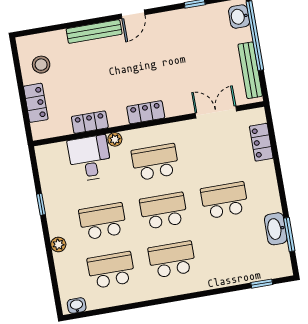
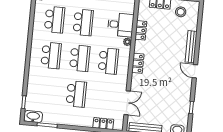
washbasin: (276, 229) -> (33, 117), moved

